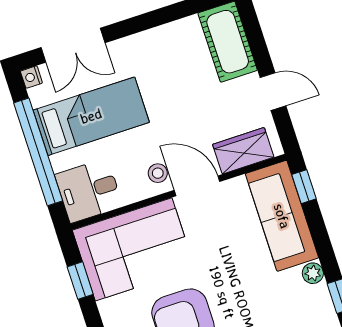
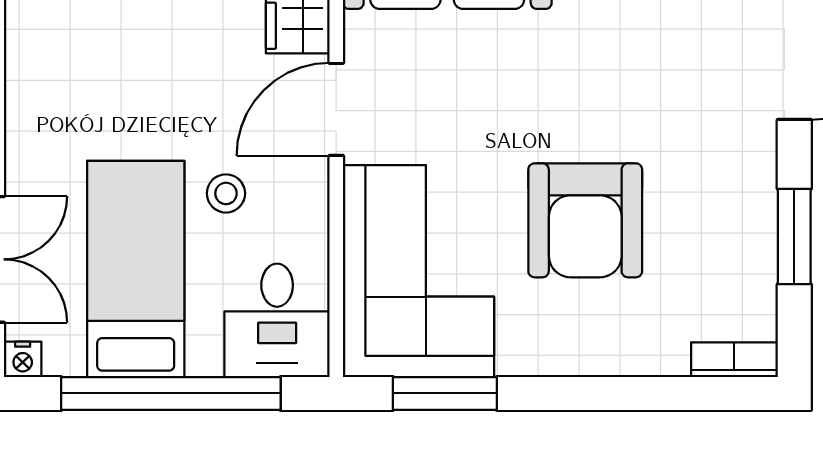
stool: (158, 173) -> (226, 193), moved
window: (80, 281) -> (445, 393), width x1.50

